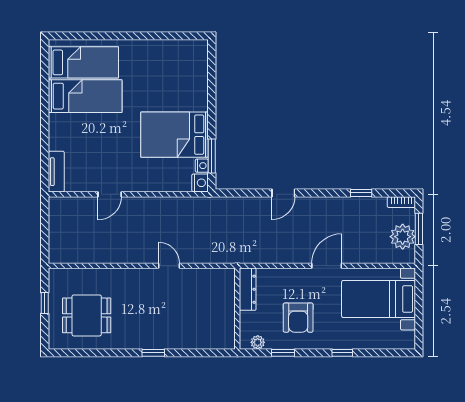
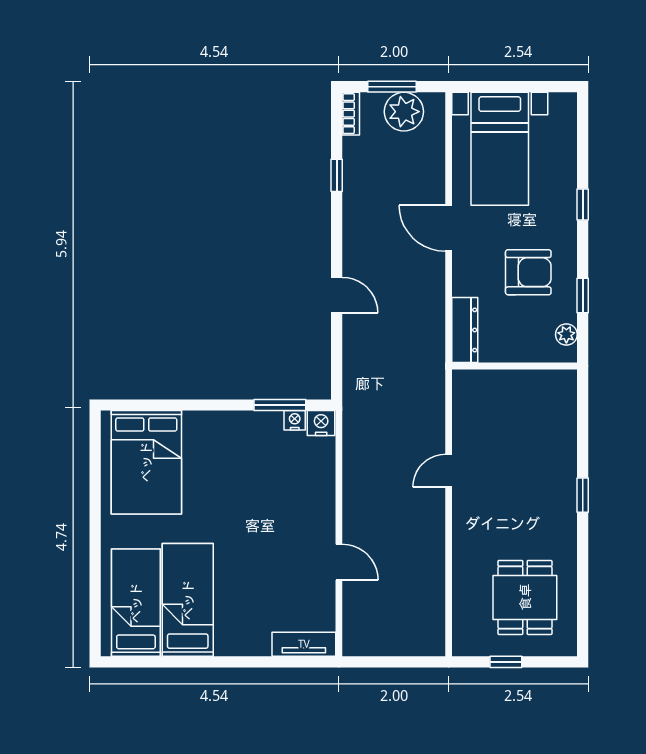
bed: (175, 135) -> (146, 462), moved
dresser: (248, 289) -> (465, 330), moved, turned 90

